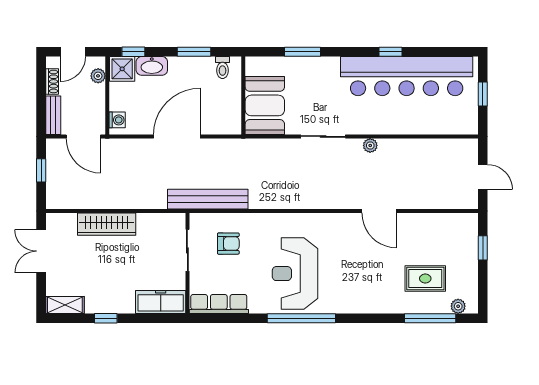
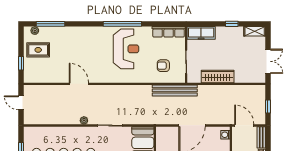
wardrobe: (107, 224) -> (218, 76), moved
rug: (425, 279) -> (38, 50), moved

